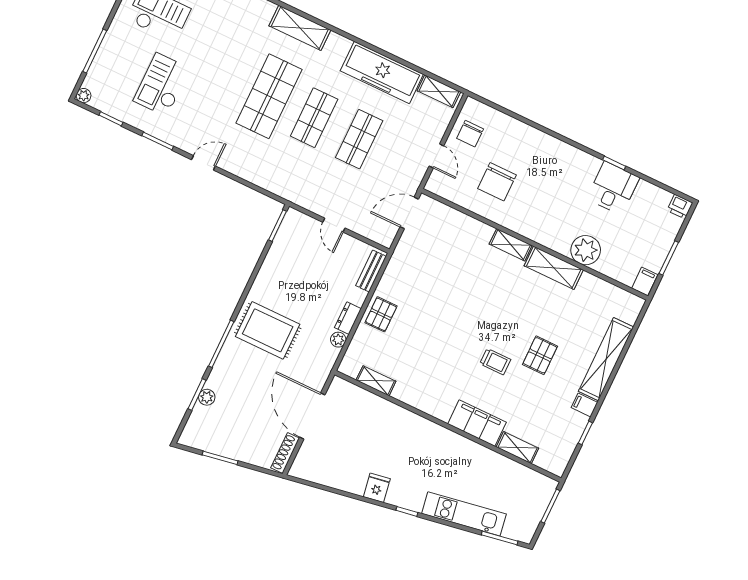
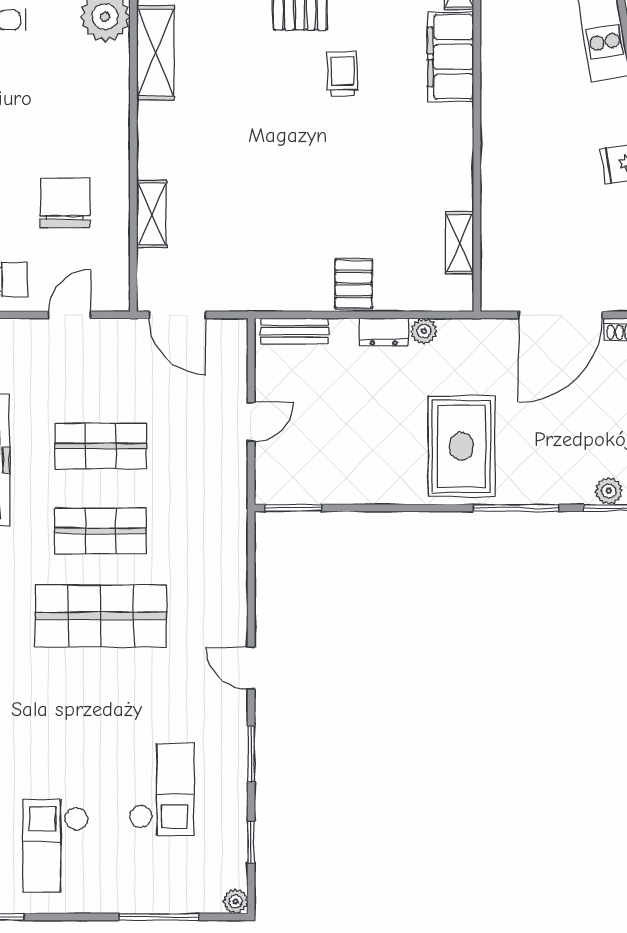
checkout: (162, 85) -> (162, 789), turned -90
chair: (497, 182) -> (65, 203), turned -90
shelving: (511, 245) -> (152, 214), moved
pallet: (381, 314) -> (354, 284), turned 90

